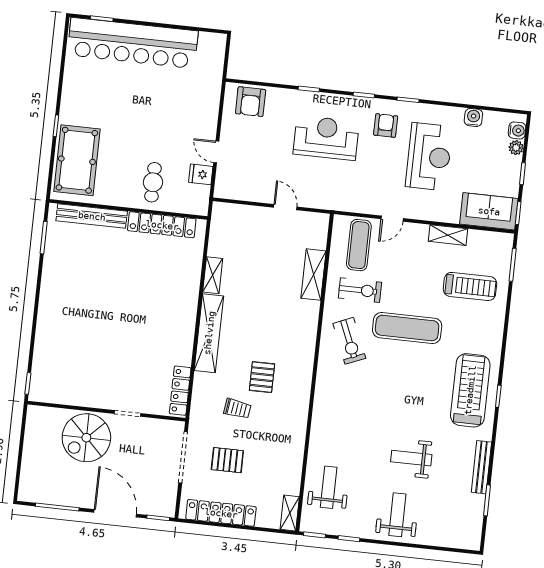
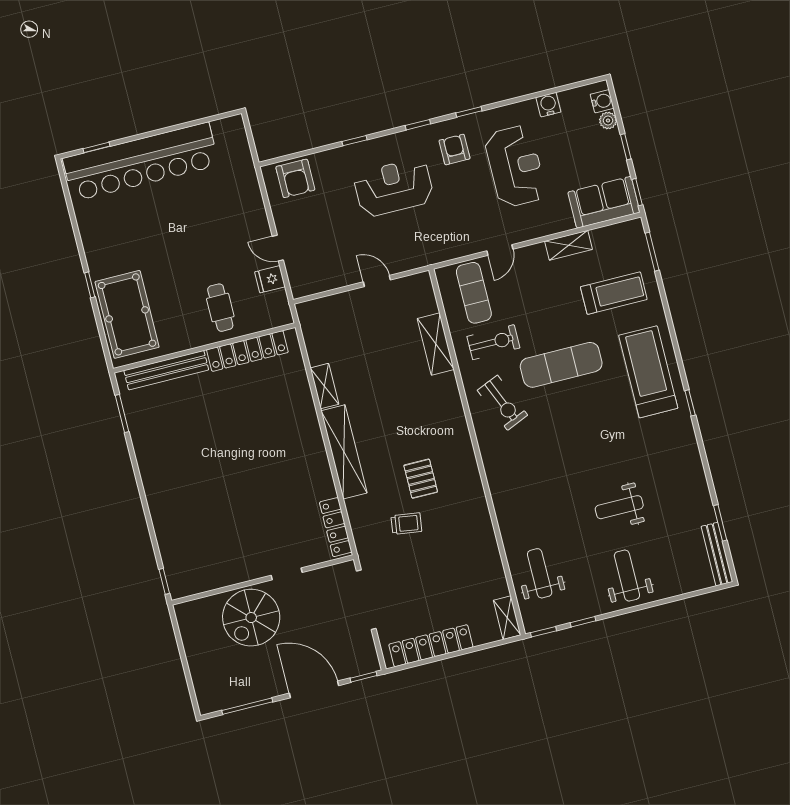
treadmill: (470, 390) -> (648, 372), moved
pallet: (227, 460) -> (416, 585), removed
bench: (481, 467) -> (717, 554), moved

